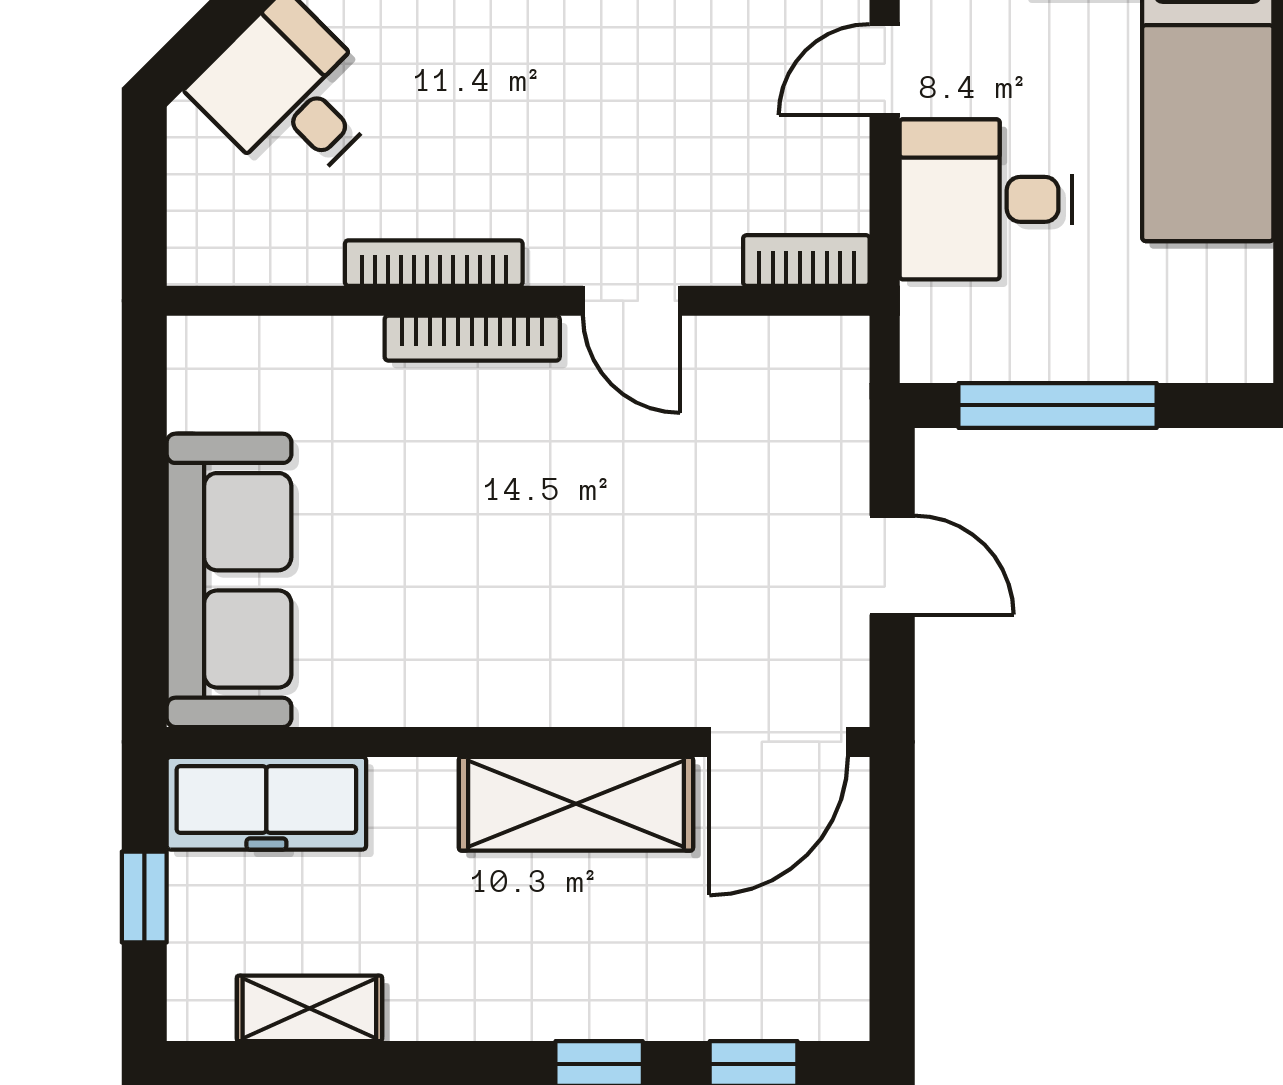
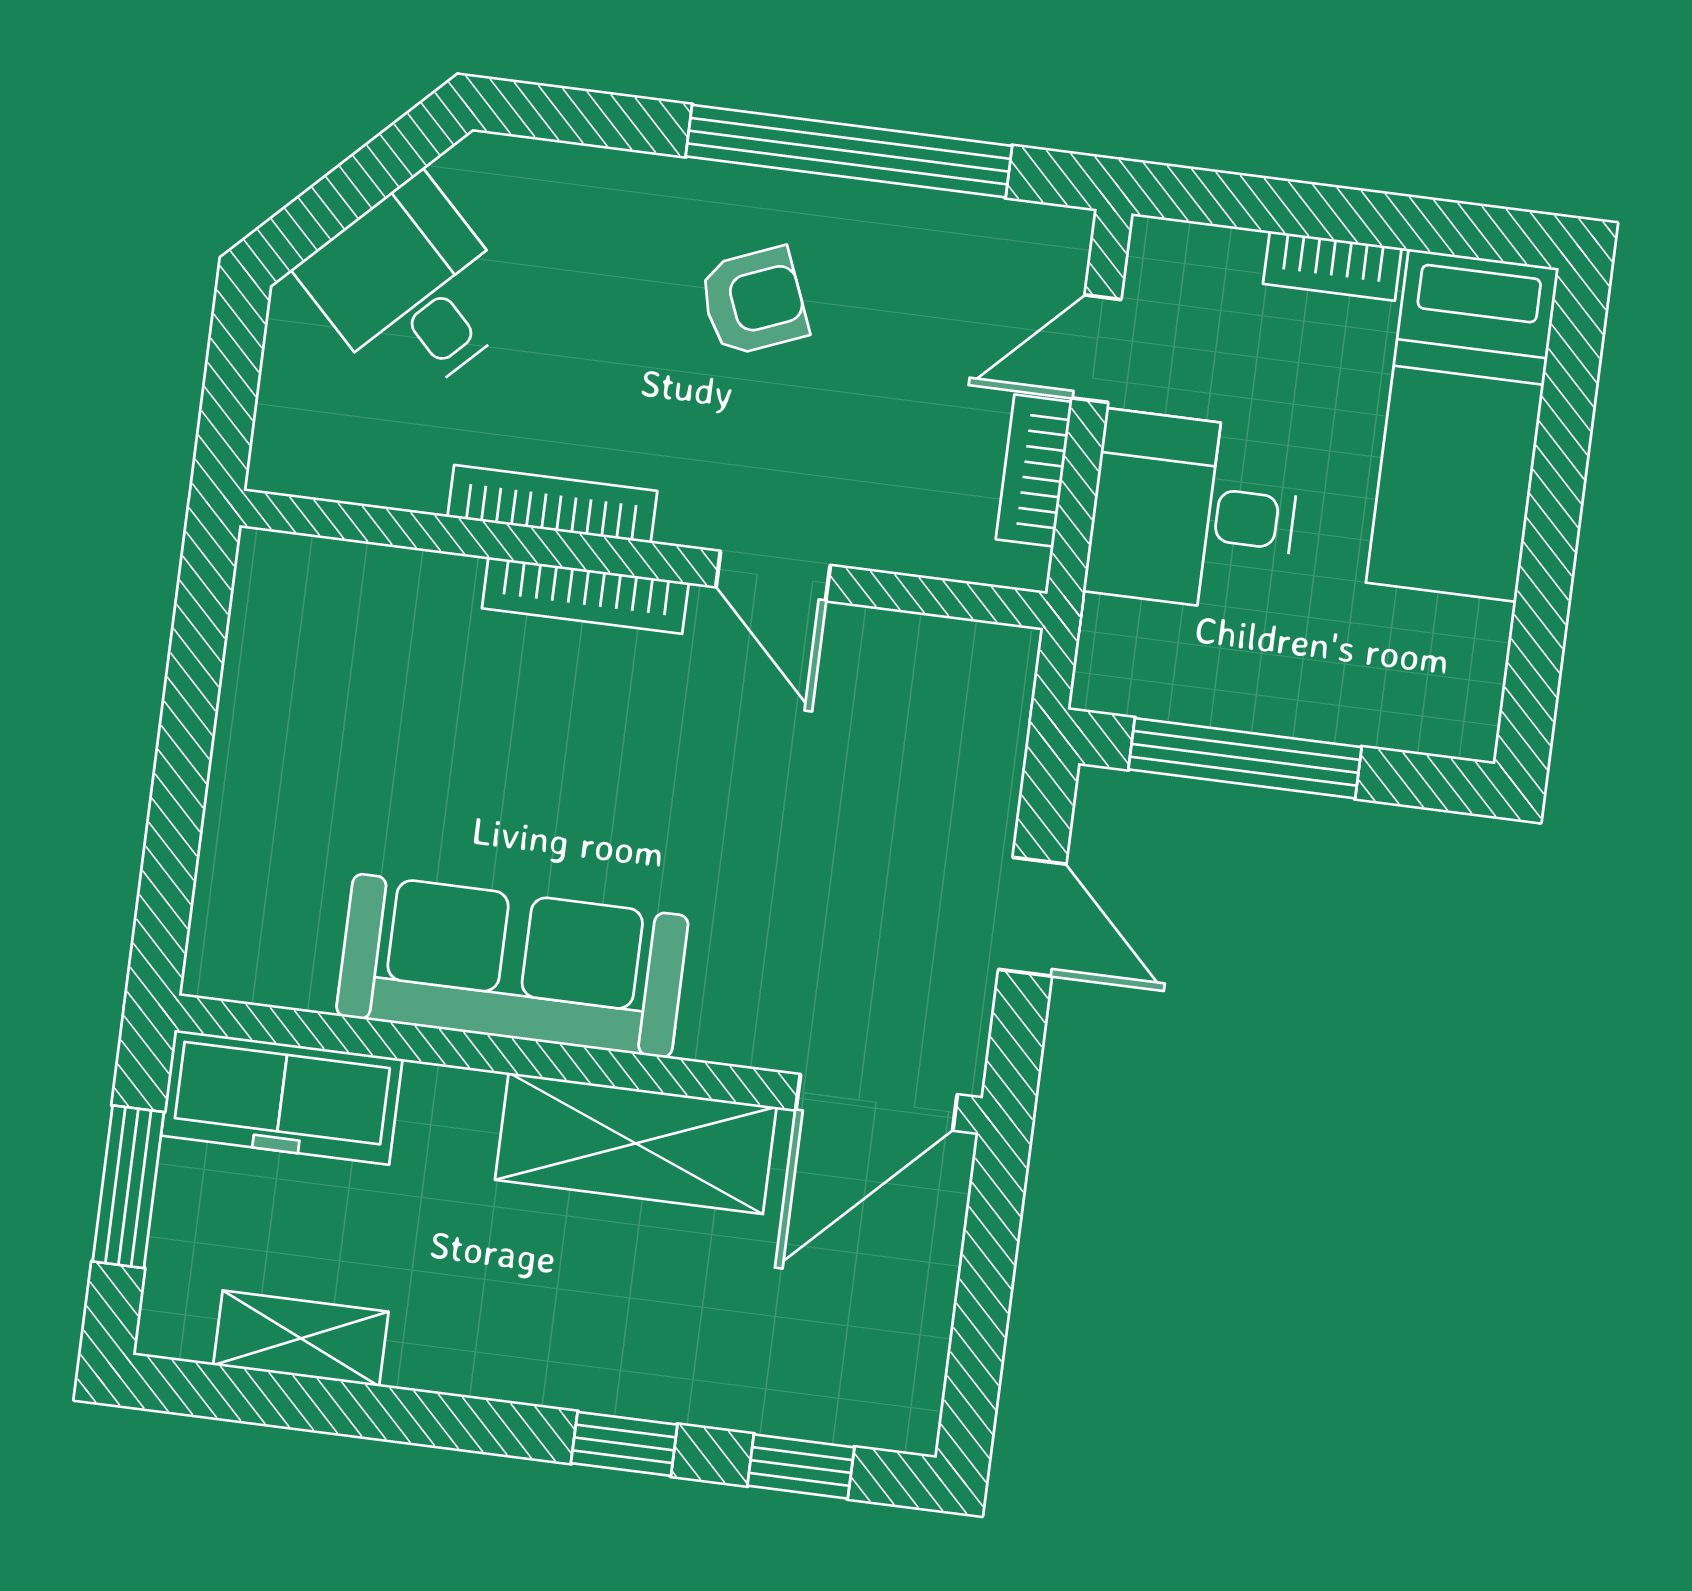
armchair: (585, 67) -> (754, 302), added
bookcase: (806, 260) -> (1034, 471), moved, turned -90
sofa: (229, 580) -> (512, 966), moved, turned -90
window: (144, 897) -> (128, 1187), width x1.50

